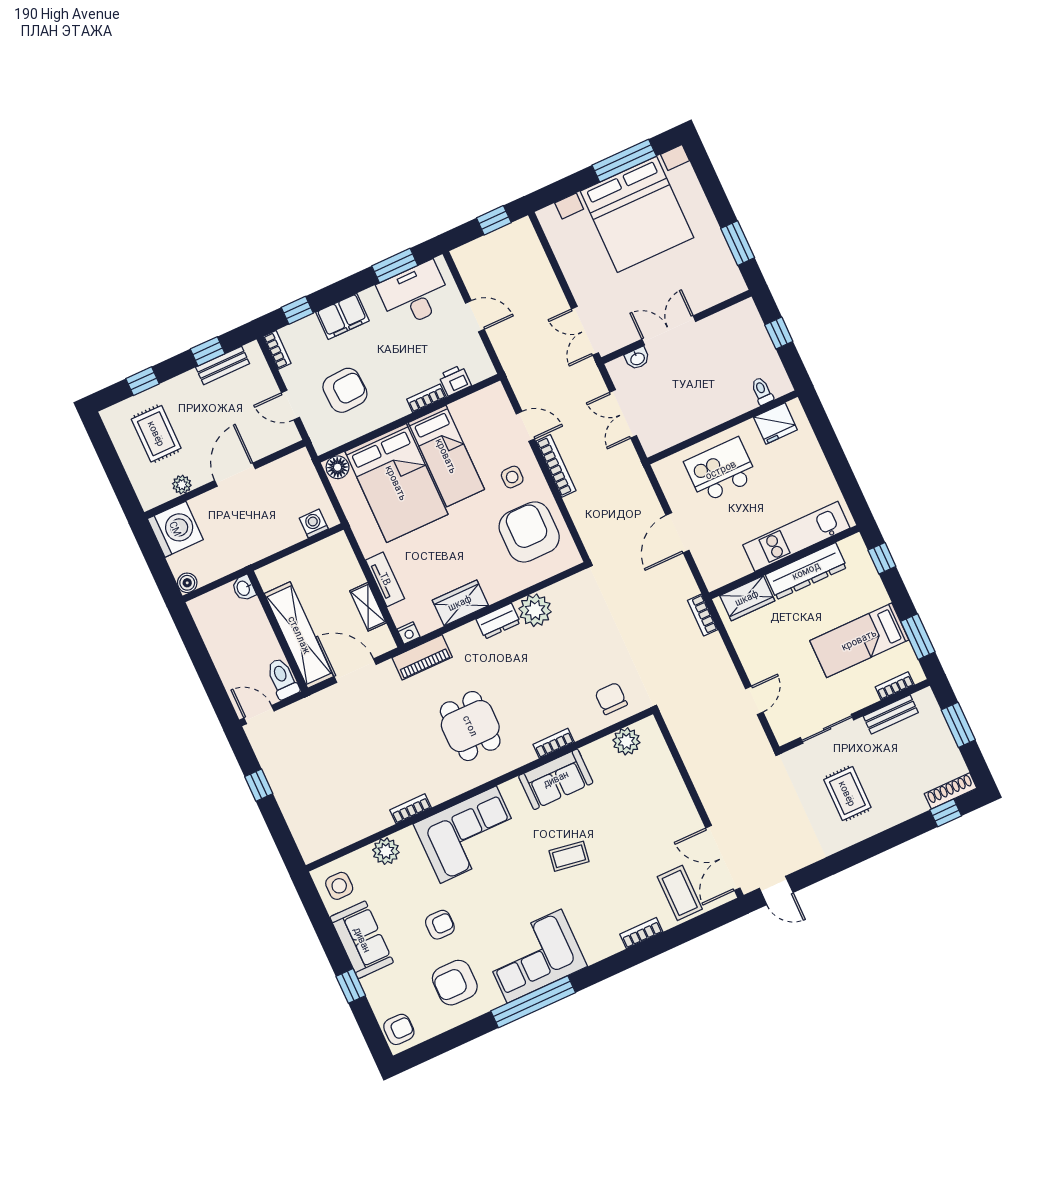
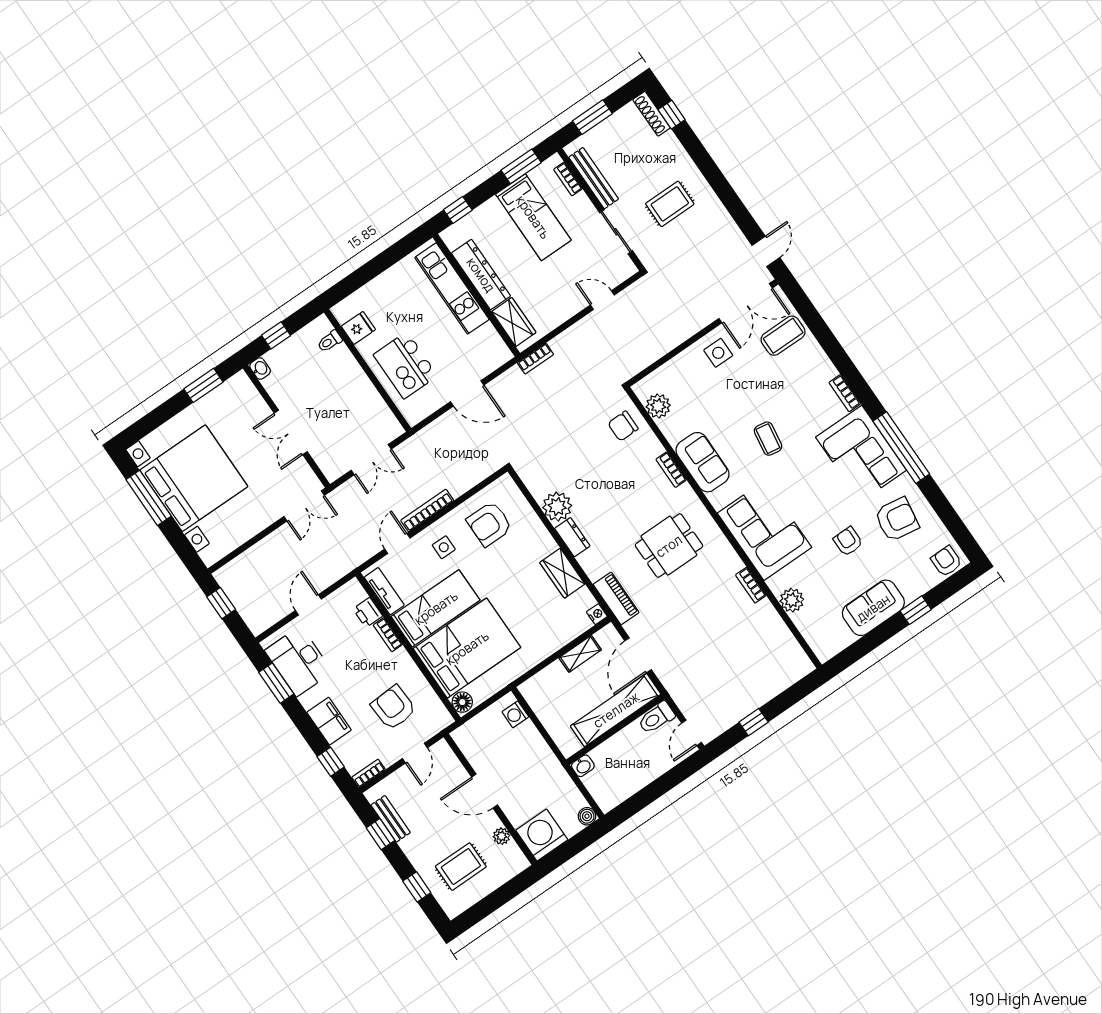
washbasin: (637, 358) -> (260, 369), moved
fridge: (775, 423) -> (358, 328), width x0.72
armchair: (529, 532) -> (489, 524), width x0.73, depth x0.73
tv unit: (385, 579) -> (384, 591), moved, turned 90
bench: (891, 714) -> (594, 178), width x1.36
side table: (339, 886) -> (718, 353), moved
bookcase: (641, 933) -> (845, 393), moved
armchair: (455, 983) -> (897, 519), turned -81

